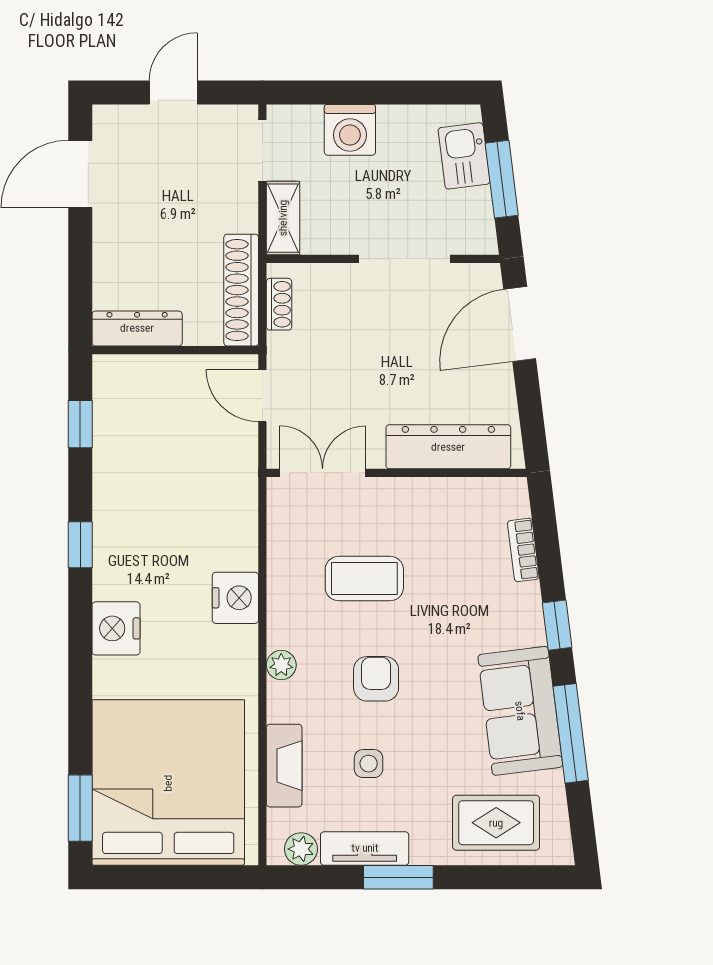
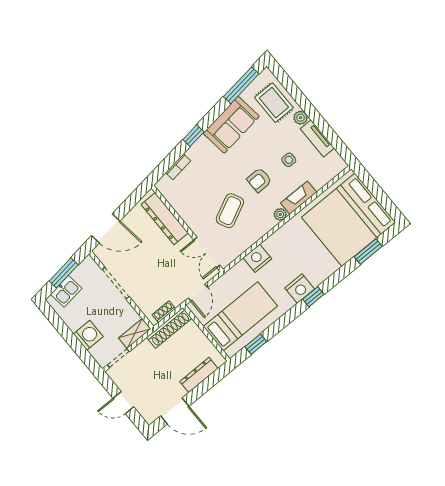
dresser: (137, 328) -> (199, 375), moved, turned 90
bed: (155, 438) -> (240, 316), added
window: (80, 545) -> (313, 297), moved
coffee table: (364, 579) -> (230, 211), turned 64
nightstand: (235, 598) -> (257, 258), moved
nightstand: (116, 628) -> (300, 289), moved
window: (571, 733) -> (241, 85), moved
fireplace: (284, 766) -> (299, 198), moved
window: (80, 808) -> (368, 252), moved
plant: (301, 849) -> (301, 118), moved
window: (398, 877) -> (318, 120), removed

